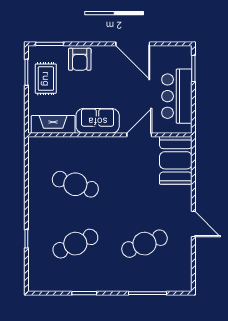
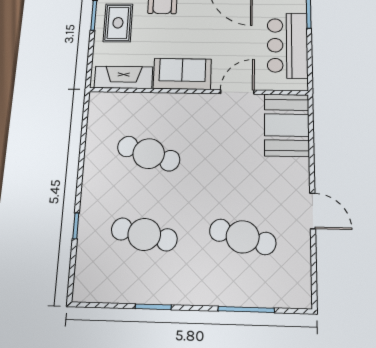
cafe table: (75, 244) -> (144, 234), turned 36
cafe table: (144, 244) -> (243, 237), turned 36

